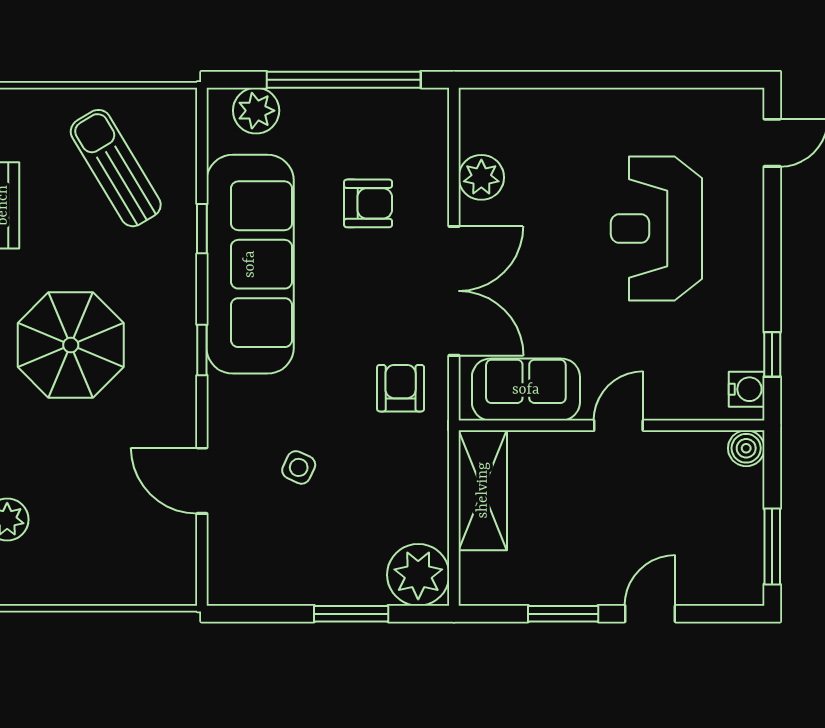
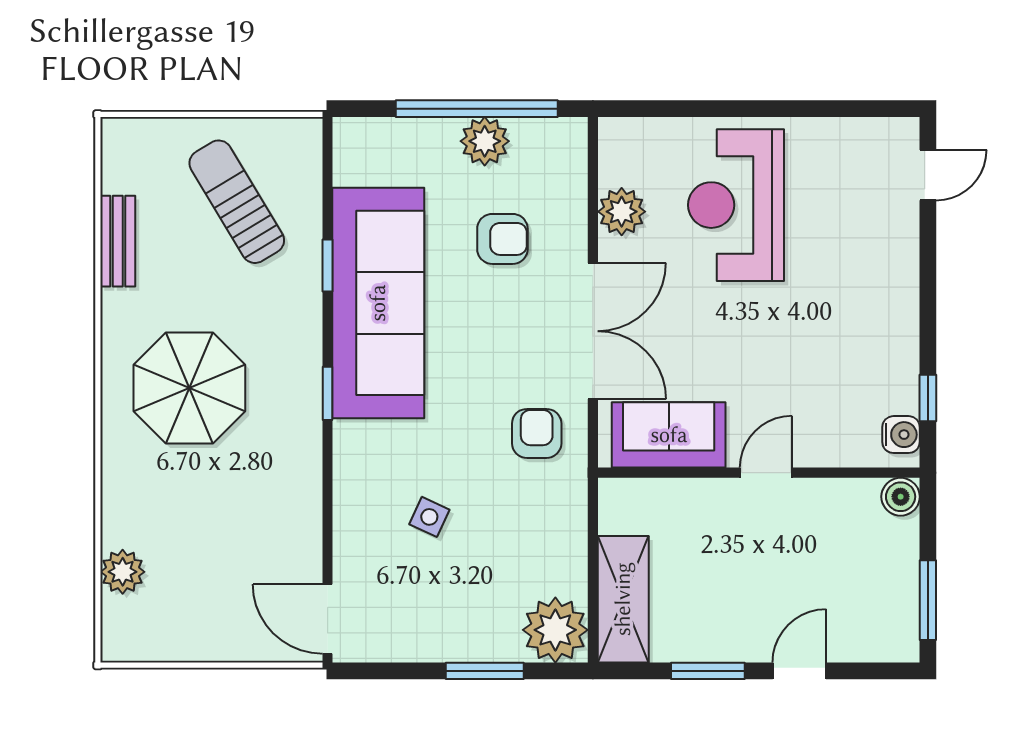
plant: (256, 111) -> (485, 141), moved
reception desk: (656, 229) -> (736, 205), moved
door: (202, 481) -> (328, 619), moved
shelving: (483, 490) -> (623, 599), moved

